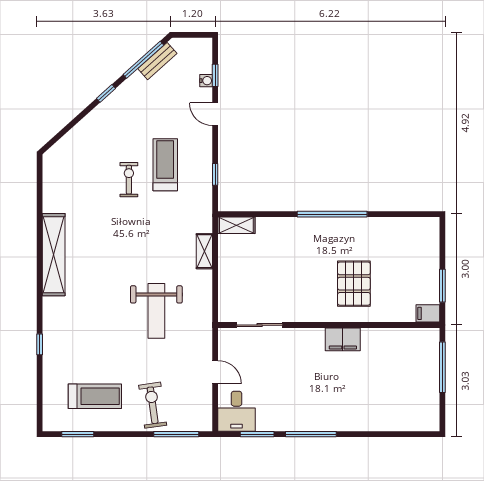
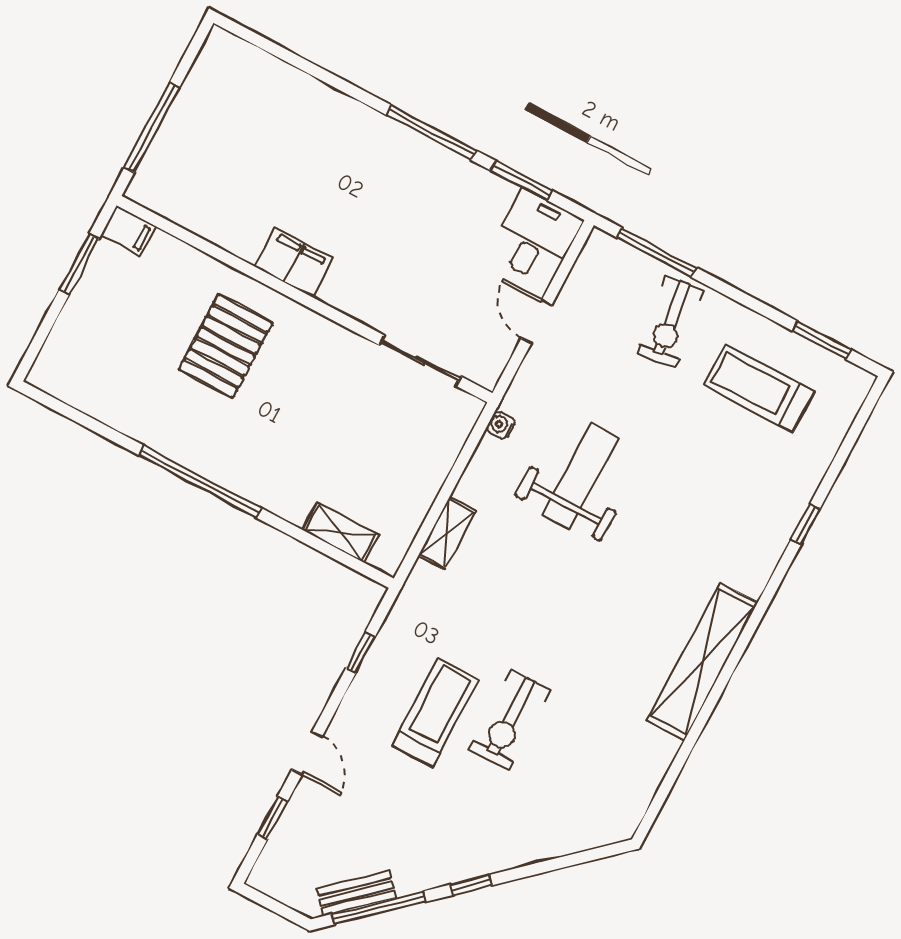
water cooler: (206, 81) -> (501, 425), moved
treadmill: (165, 165) -> (436, 713), turned 180
exercise bike: (129, 180) -> (510, 720), width x1.38, depth x1.39
shelving: (236, 225) -> (341, 533), moved

